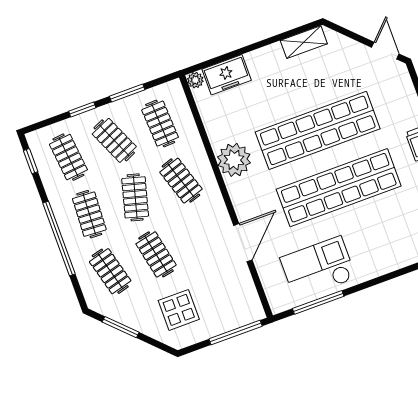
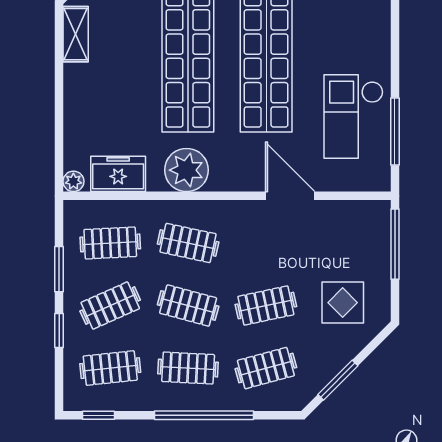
freezer: (227, 75) -> (118, 174), moved, turned -90
clothes rail: (181, 181) -> (188, 243), turned 30

